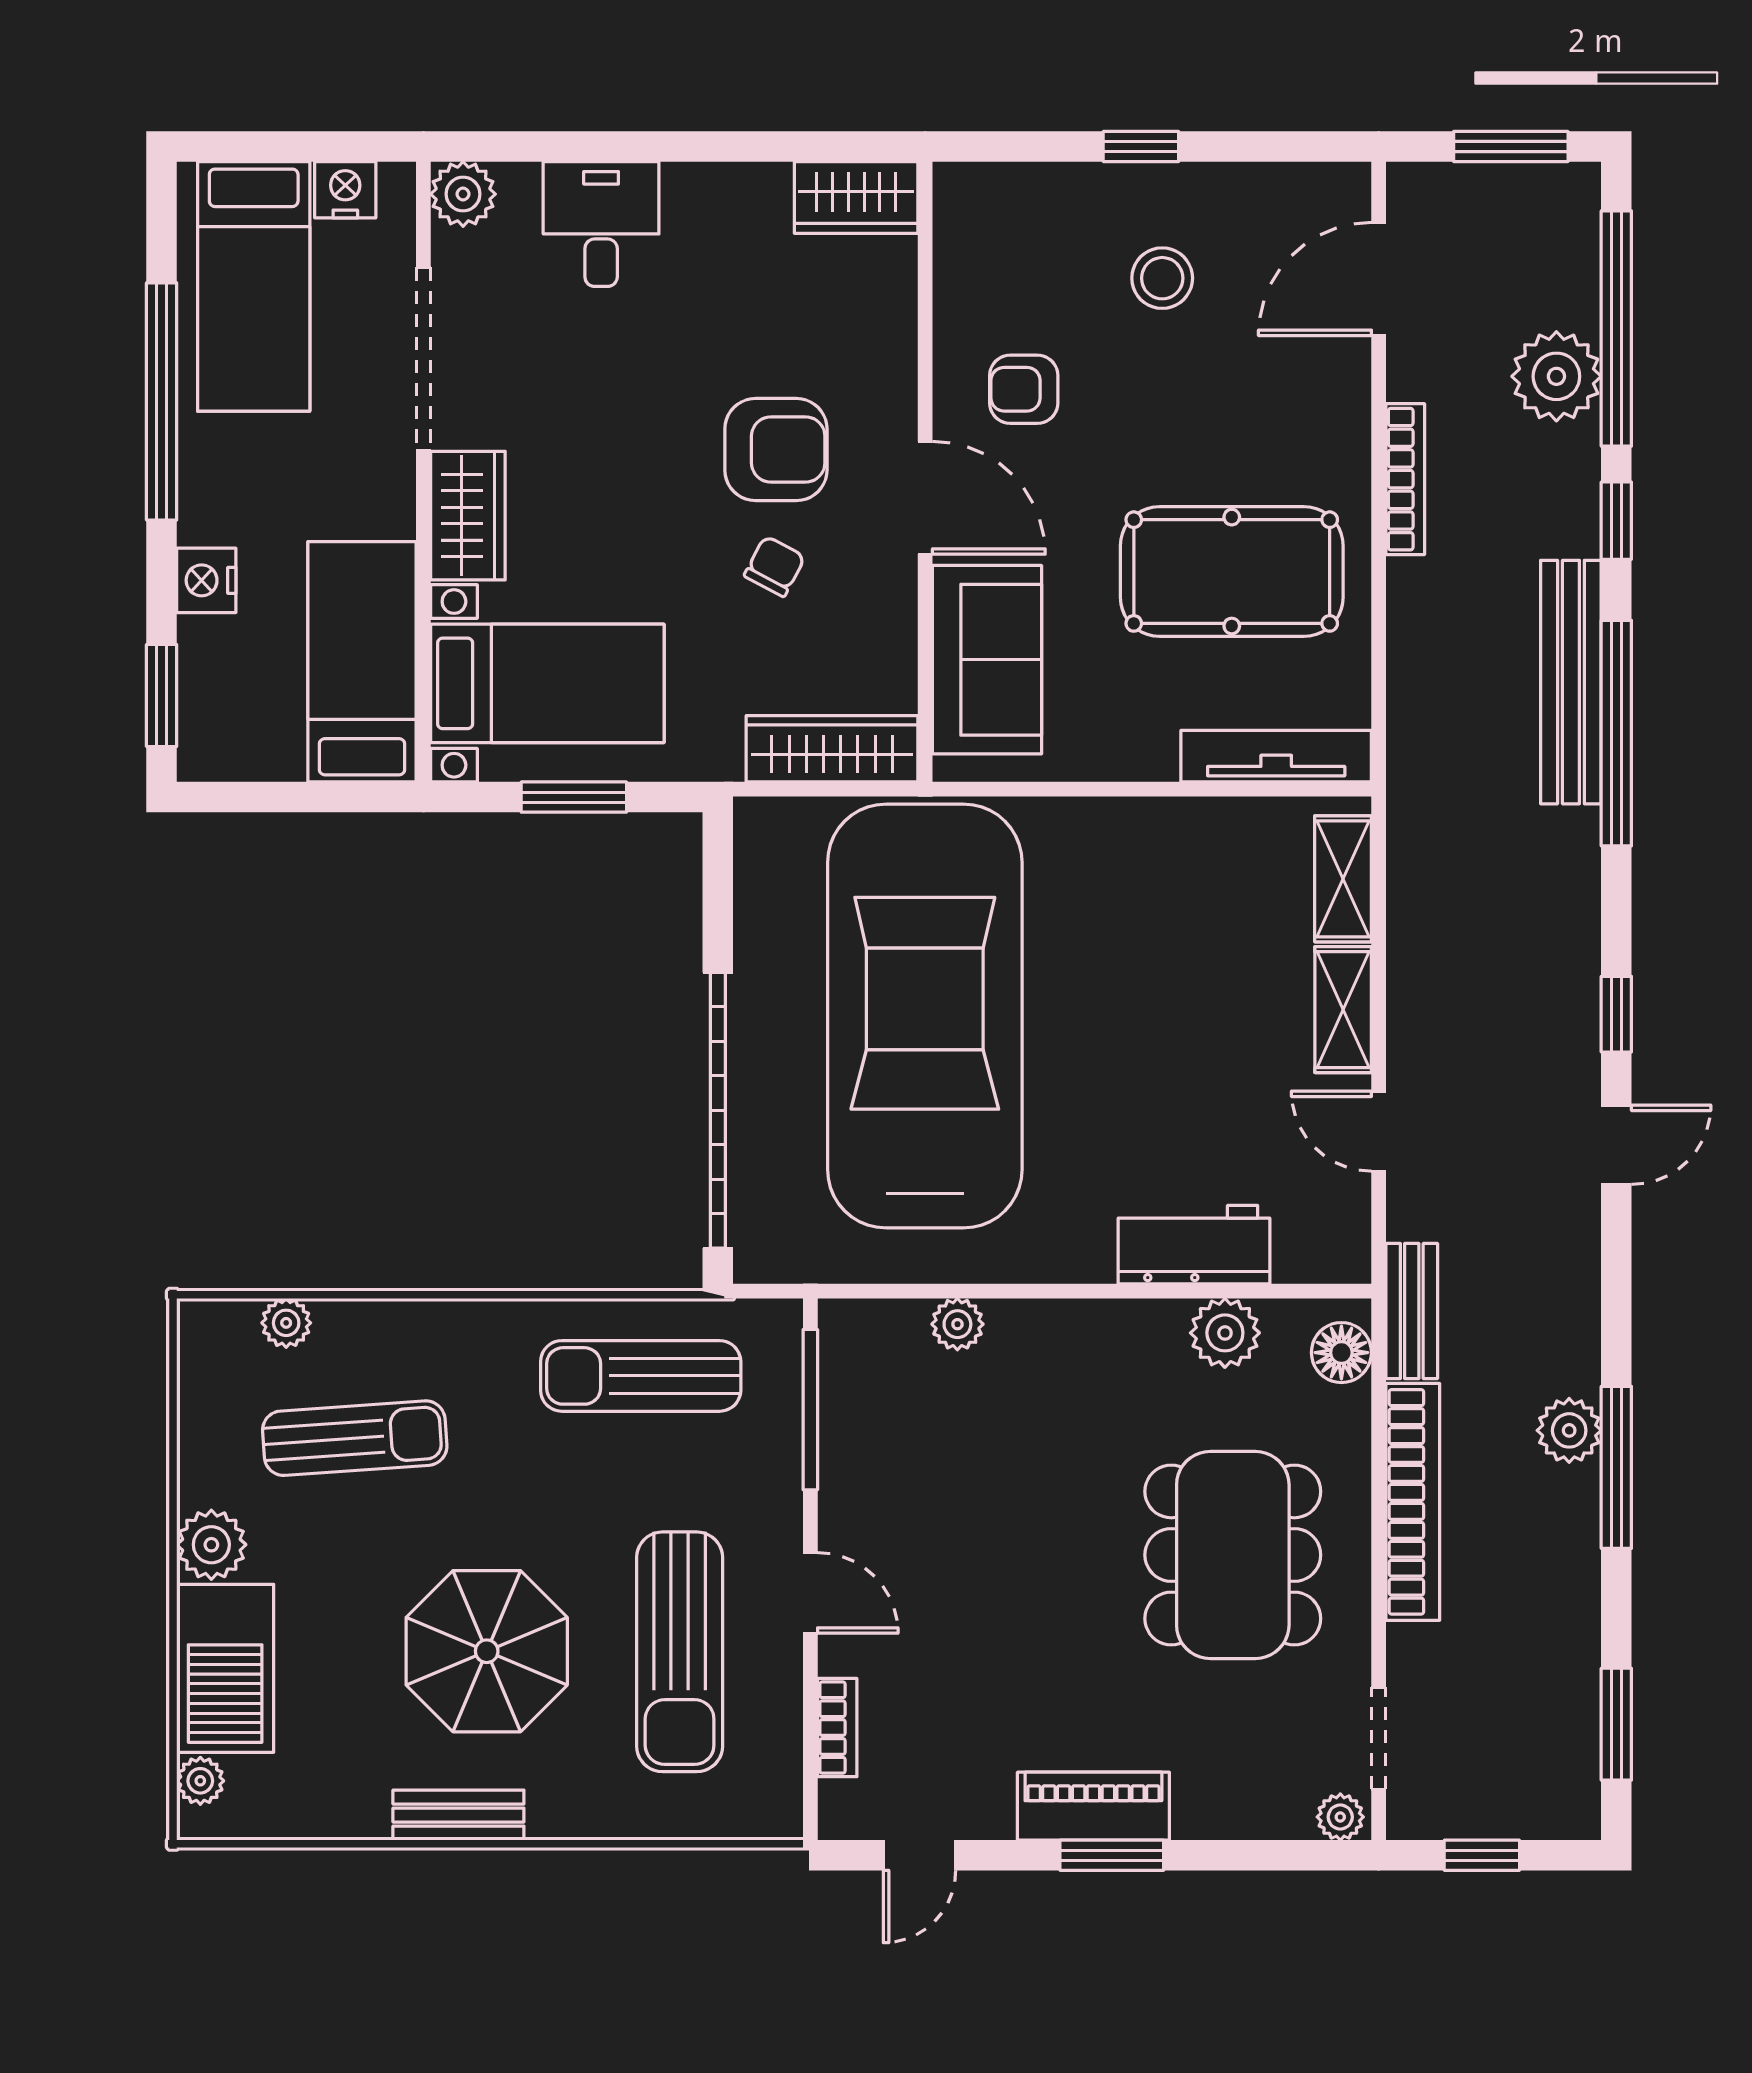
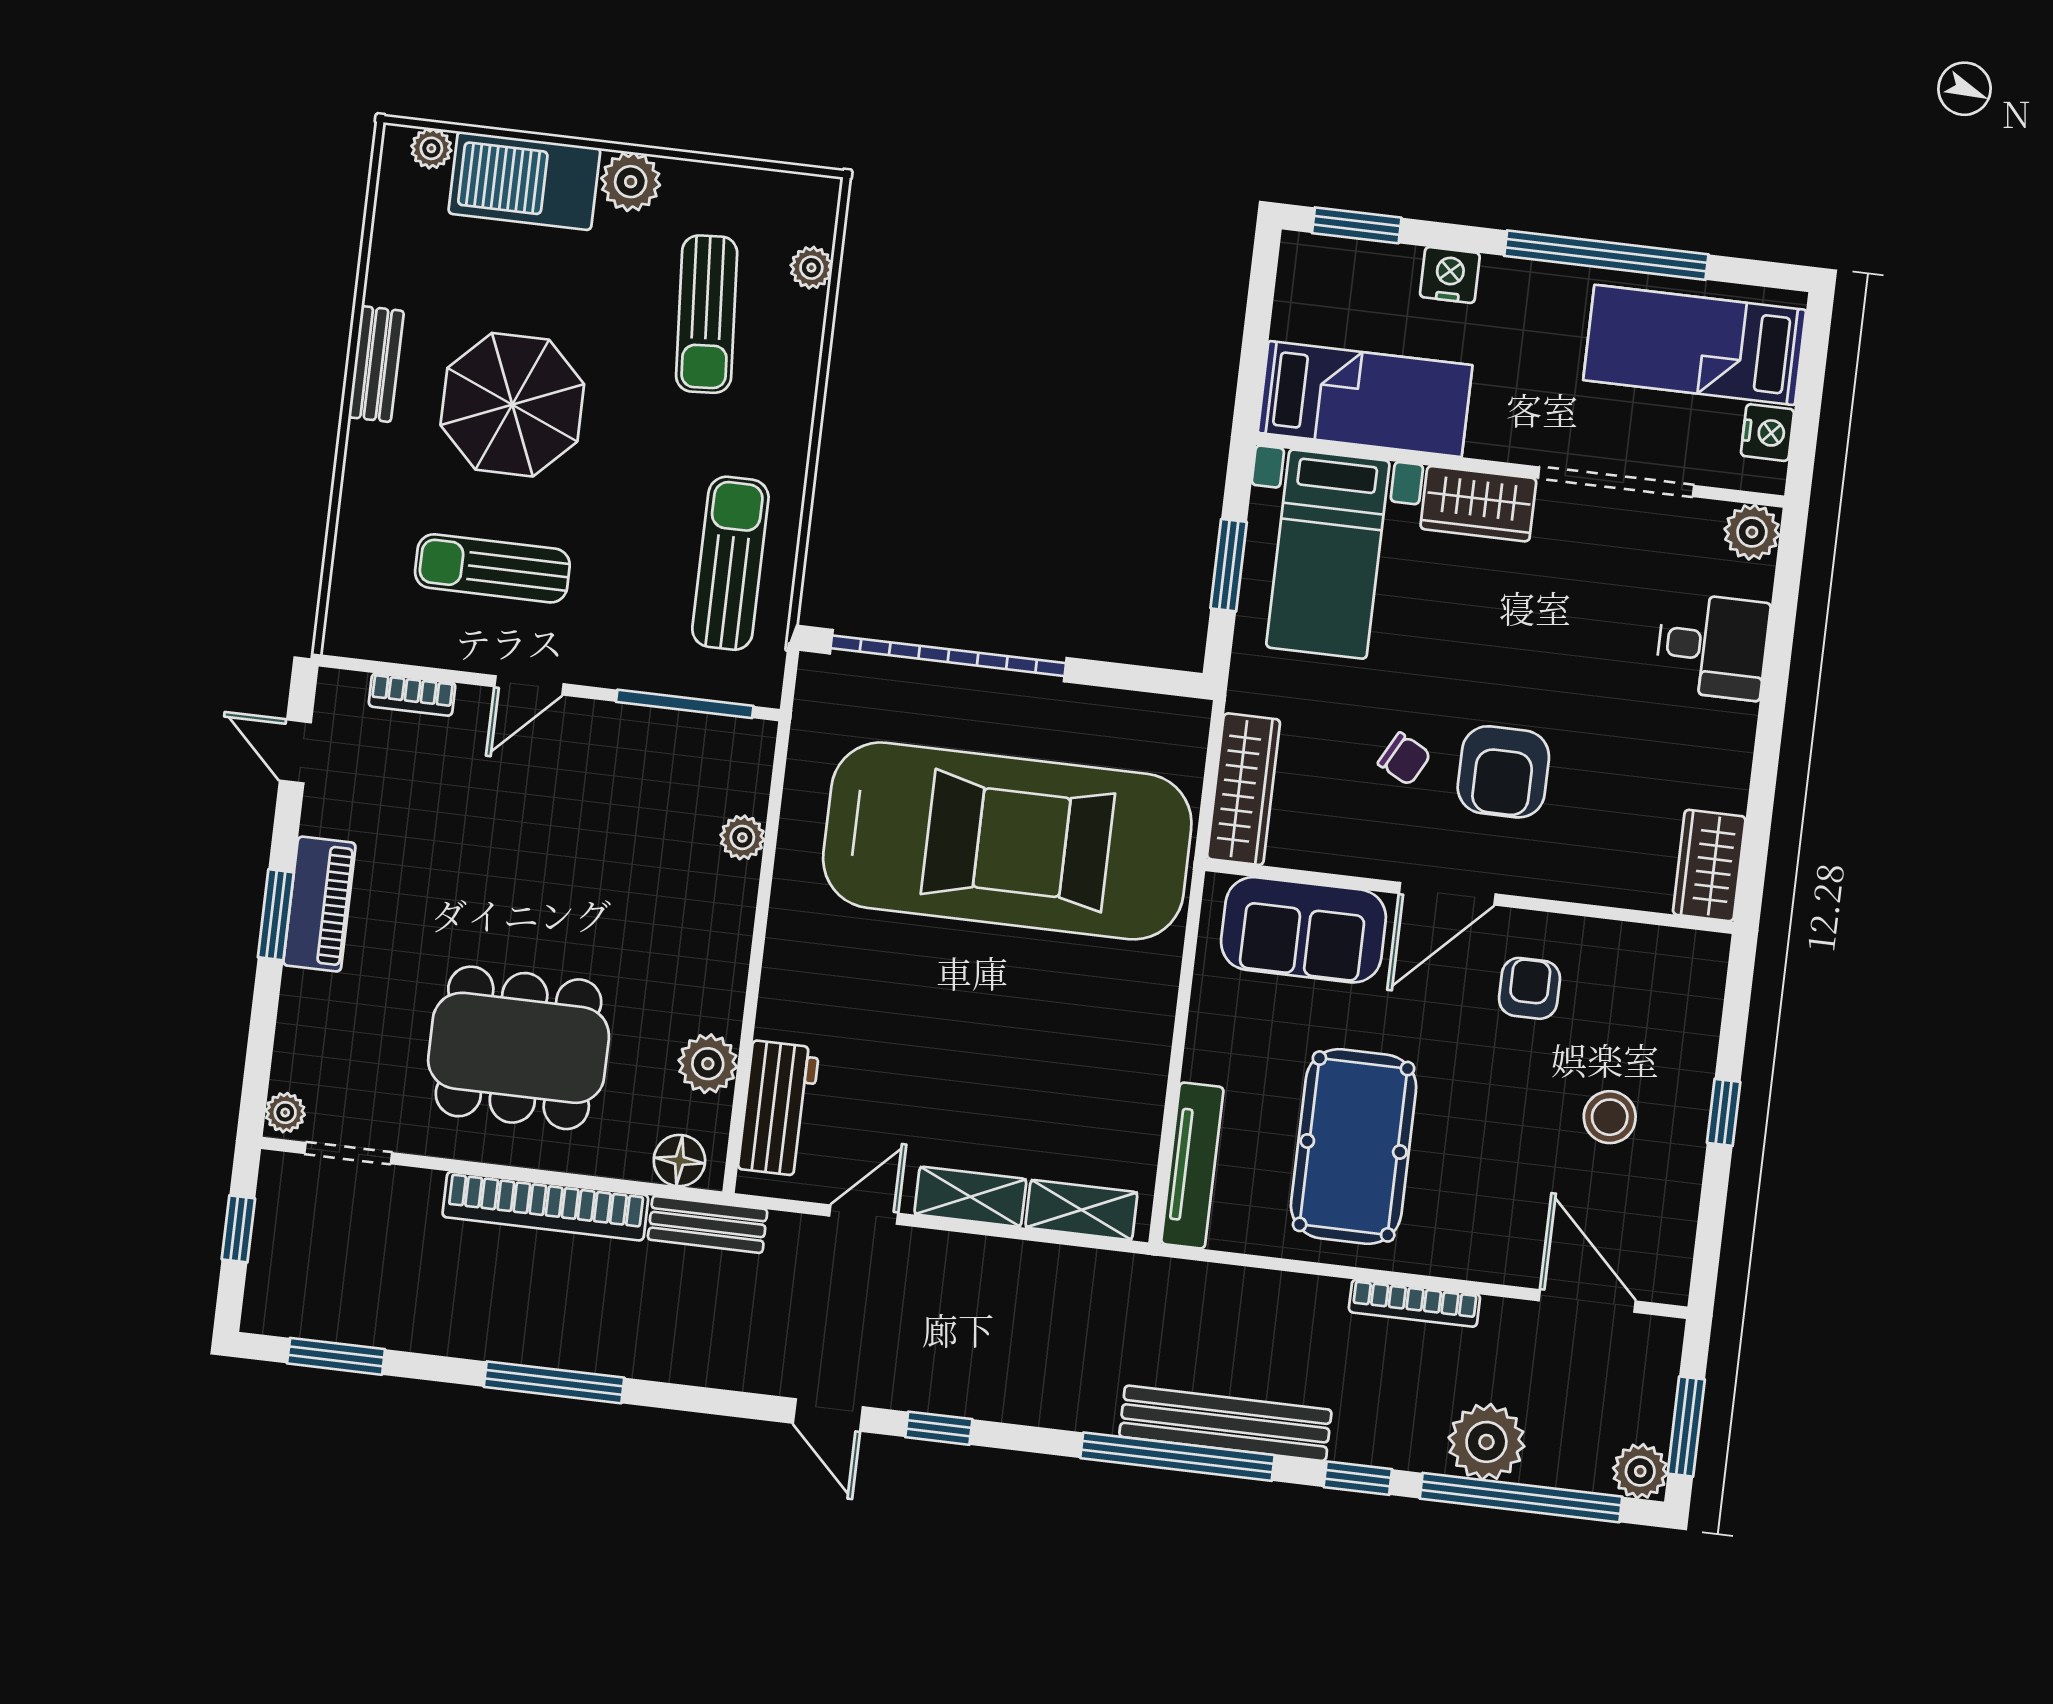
workbench: (1194, 1245) -> (778, 1108), moved
plant: (1569, 1430) -> (1640, 1471), moved
sun lounger: (680, 1652) -> (492, 568), width x0.73, depth x0.75

